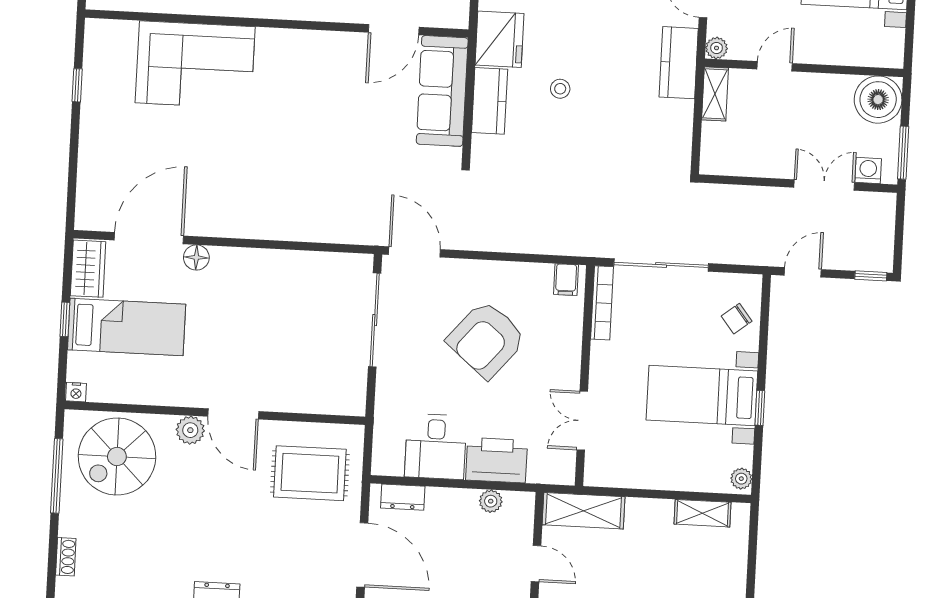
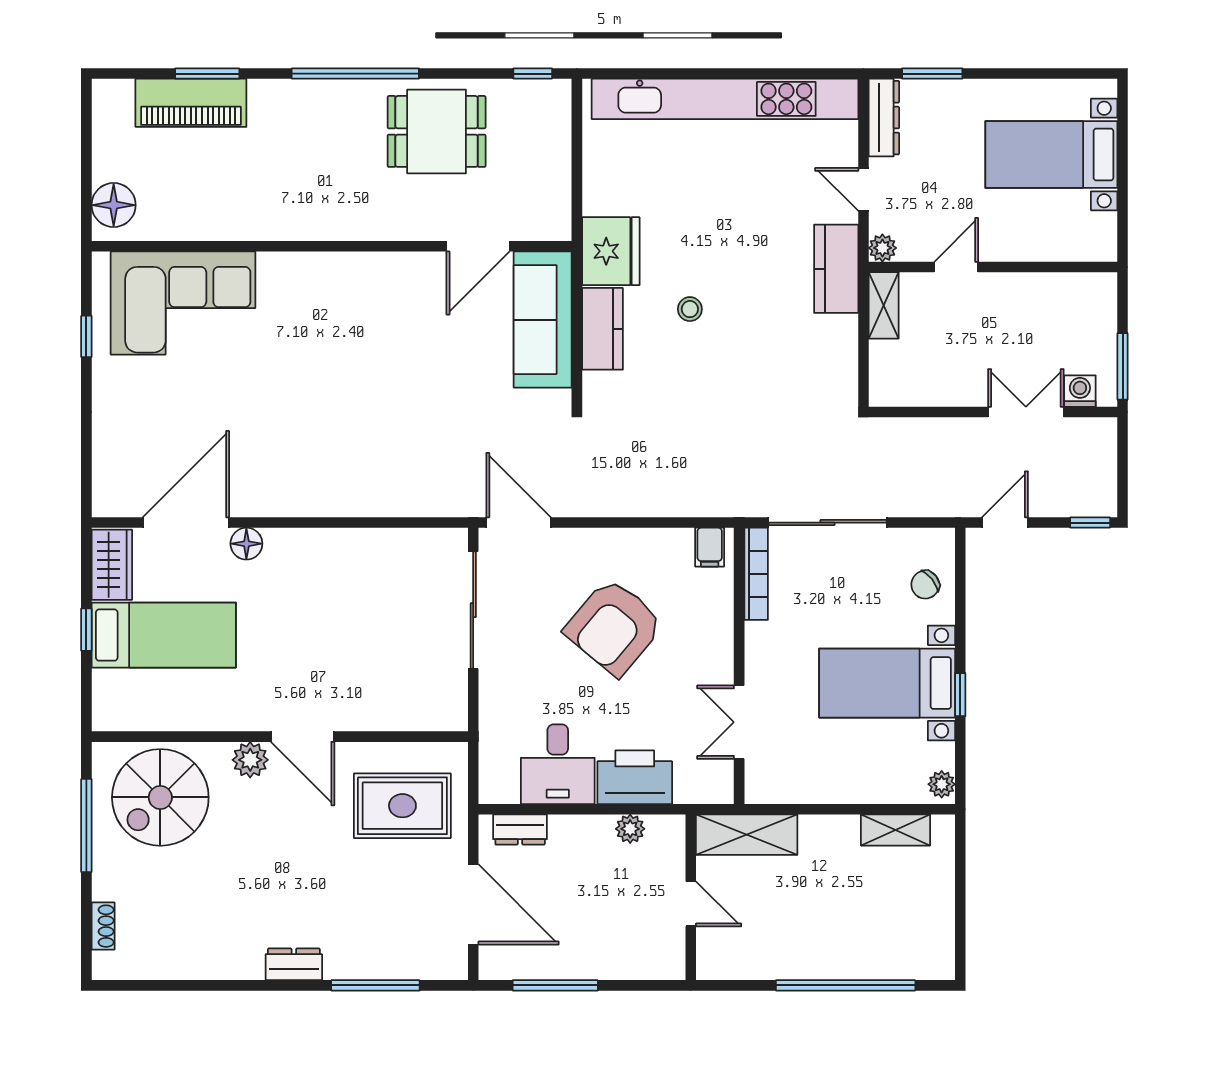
corner sofa: (195, 65) -> (183, 303), moved
boiler: (878, 100) -> (1088, 302), removed
nightstand: (76, 392) -> (105, 720), removed

